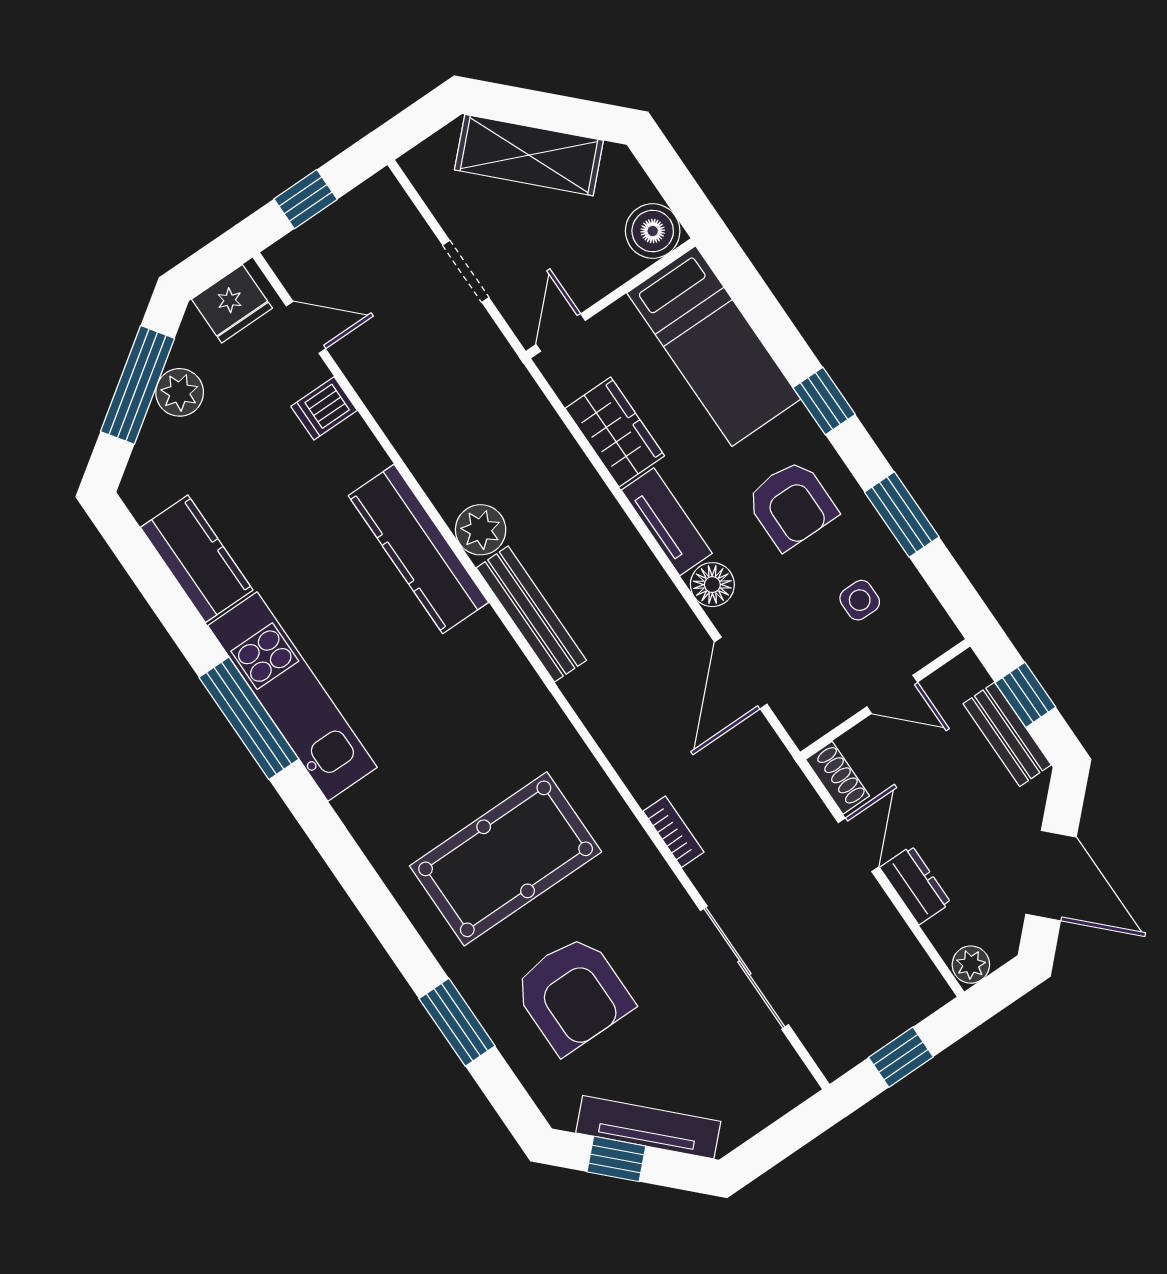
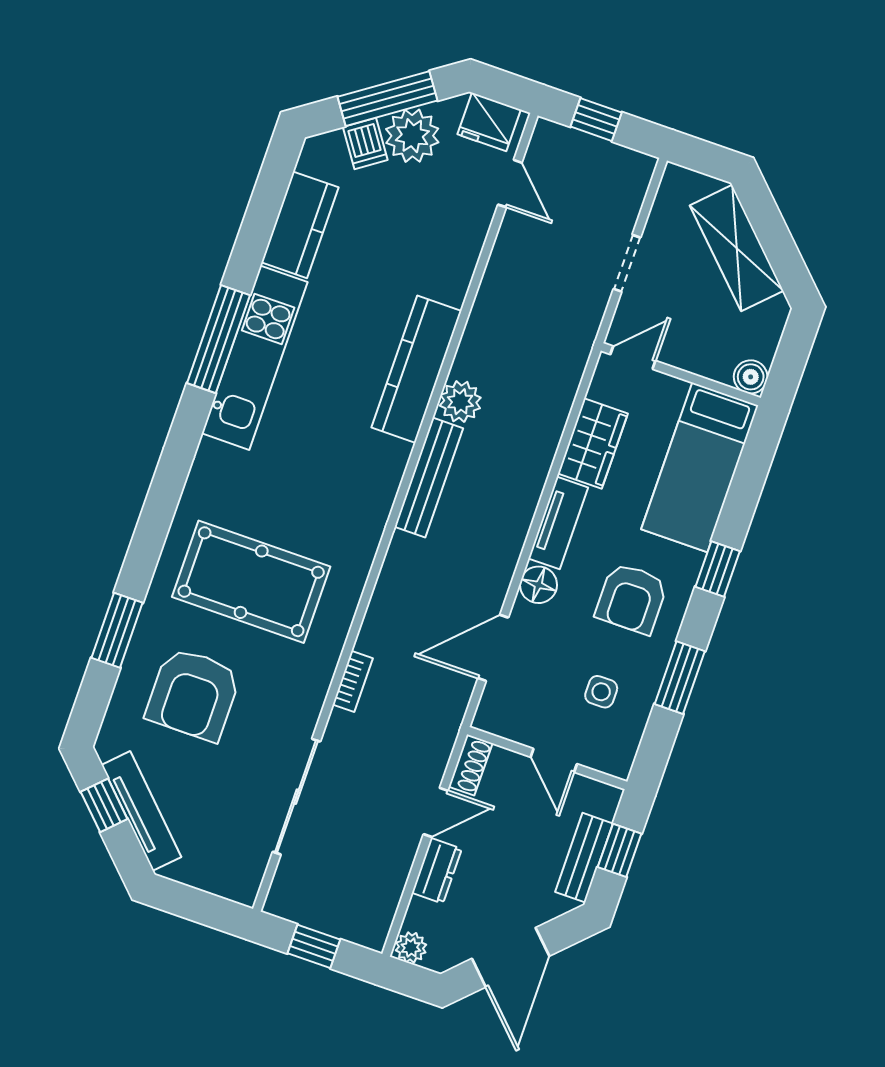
boiler: (653, 231) -> (751, 377), width x0.73, depth x0.73
plant: (180, 392) -> (412, 136), width x1.36, depth x1.36
dishwasher: (324, 408) -> (365, 143), moved, turned -125

